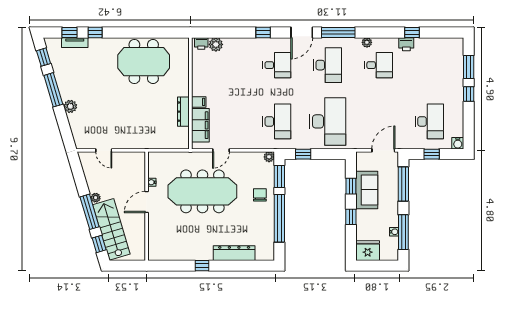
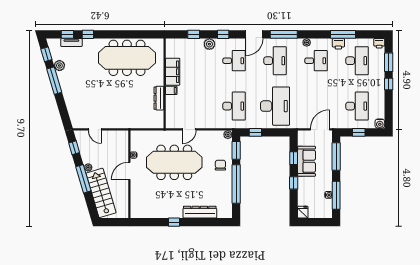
window: (227, 32) -> (194, 34), added
window: (412, 32) -> (343, 34), width x2.17
printer: (201, 43) -> (379, 43), moved
plant: (216, 44) -> (209, 44), moved
meeting table: (144, 62) -> (127, 58), width x1.36
desk: (430, 65) -> (357, 61), added
plant: (70, 106) -> (59, 65), moved
filing cabinet: (200, 125) -> (173, 72), moved
window: (99, 244) -> (74, 148), moved
fridge: (368, 251) -> (303, 212), width x0.53, depth x0.75

